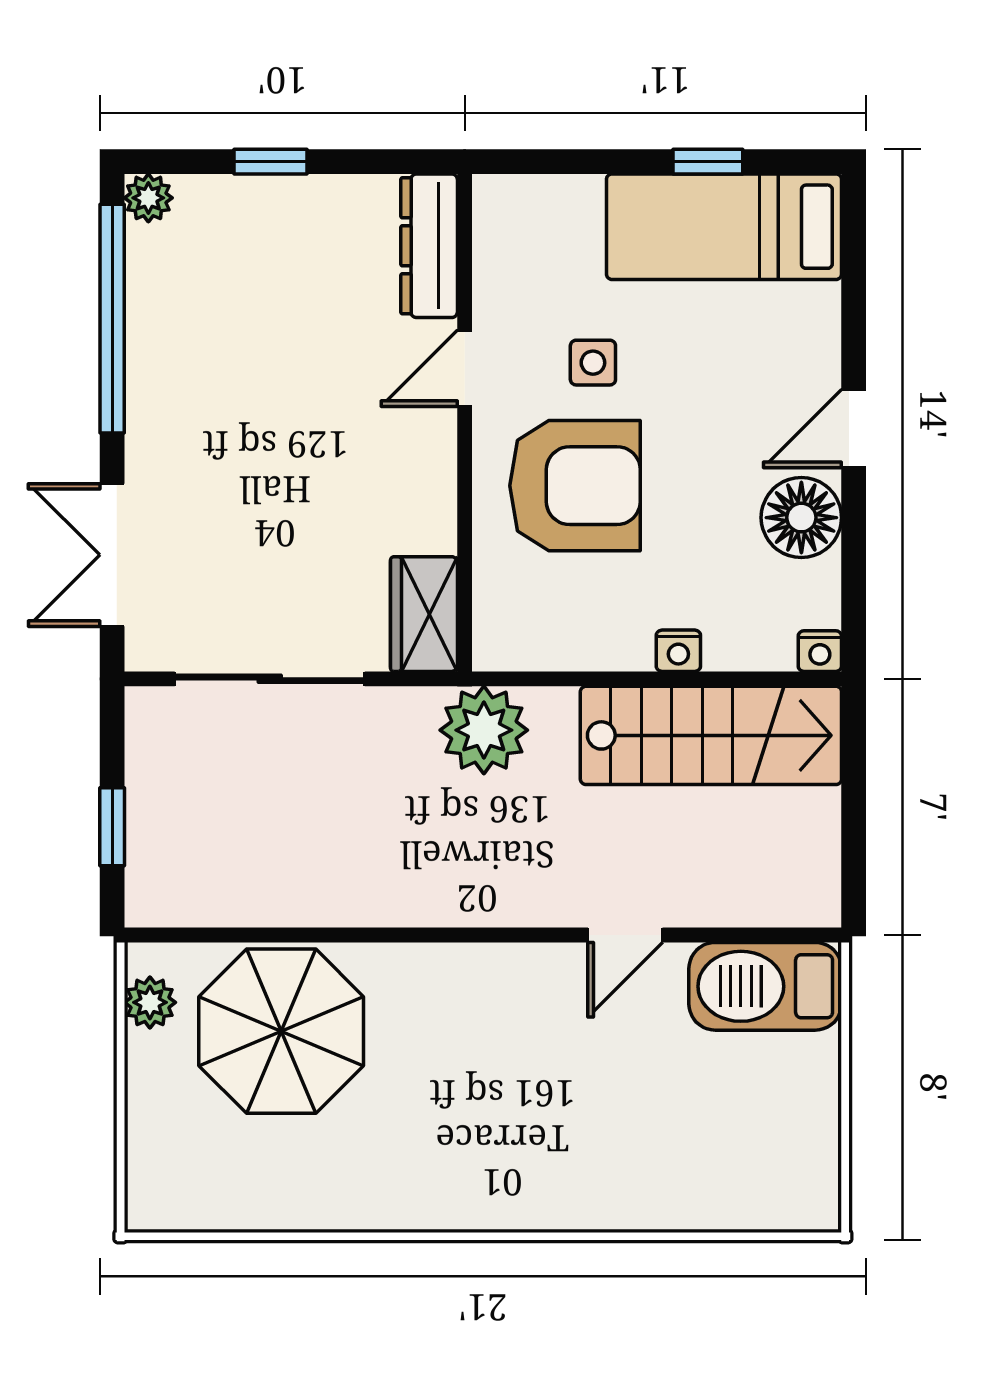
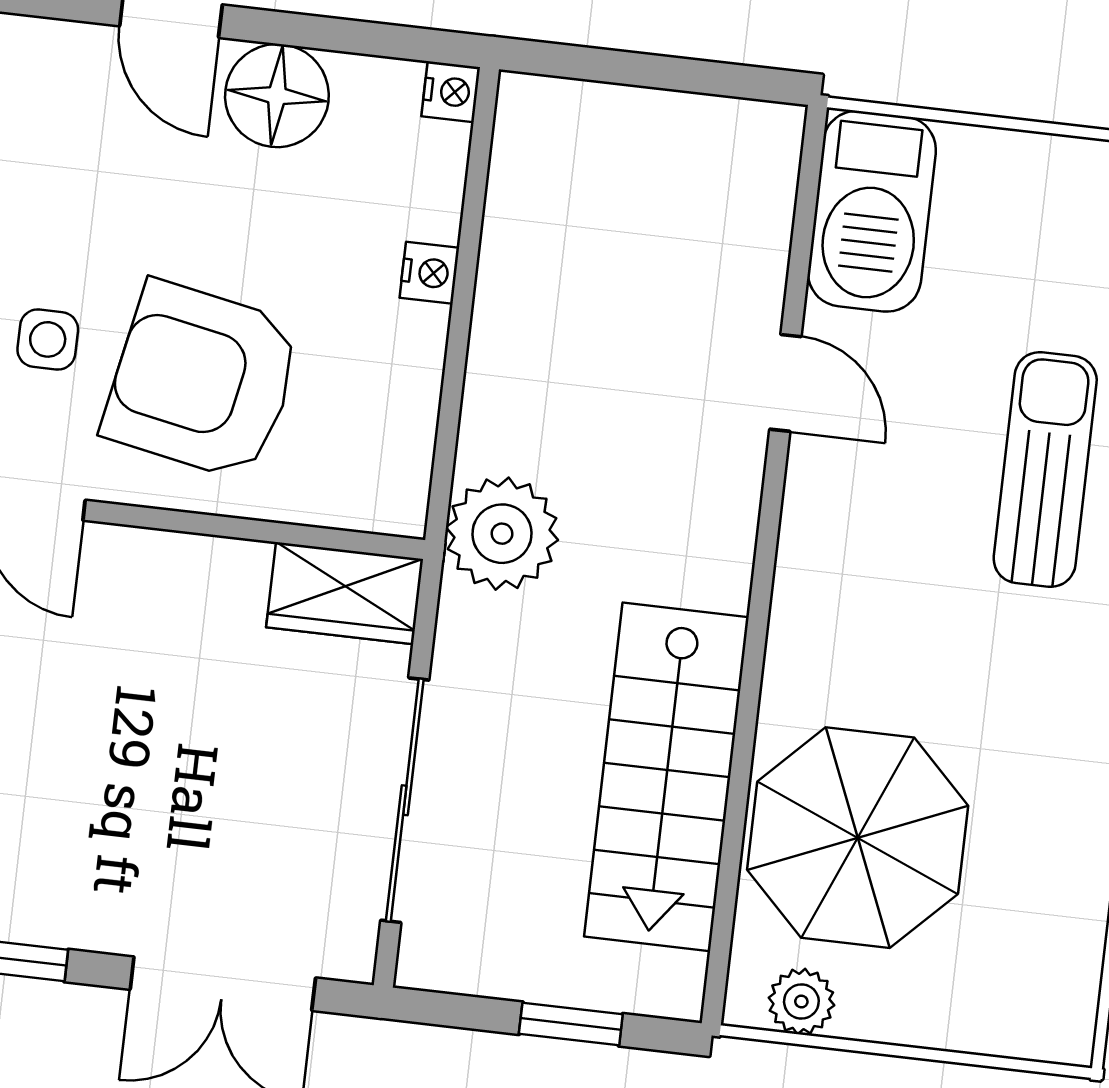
armchair: (575, 486) -> (203, 381), turned -79
stairs: (711, 735) -> (666, 777), moved, turned 180
sun lounger: (582, 1143) -> (1045, 470), added

